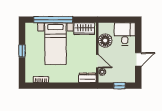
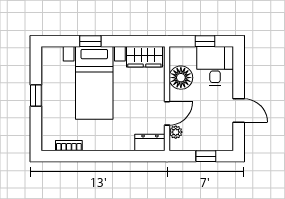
window: (53, 20) -> (90, 41), width x0.32
window: (119, 20) -> (205, 41), added
door: (138, 59) -> (239, 111), hinge flipped
door: (97, 61) -> (167, 113), hinge flipped

